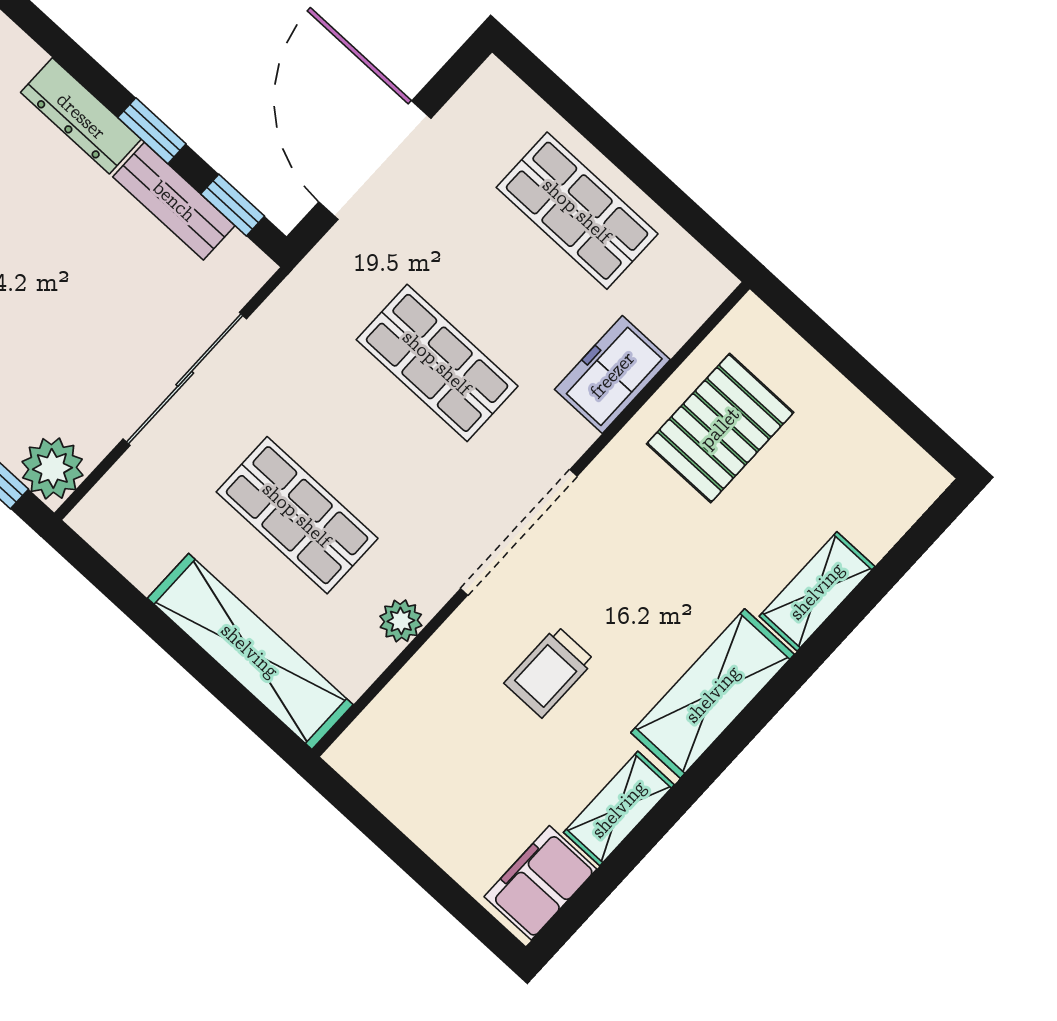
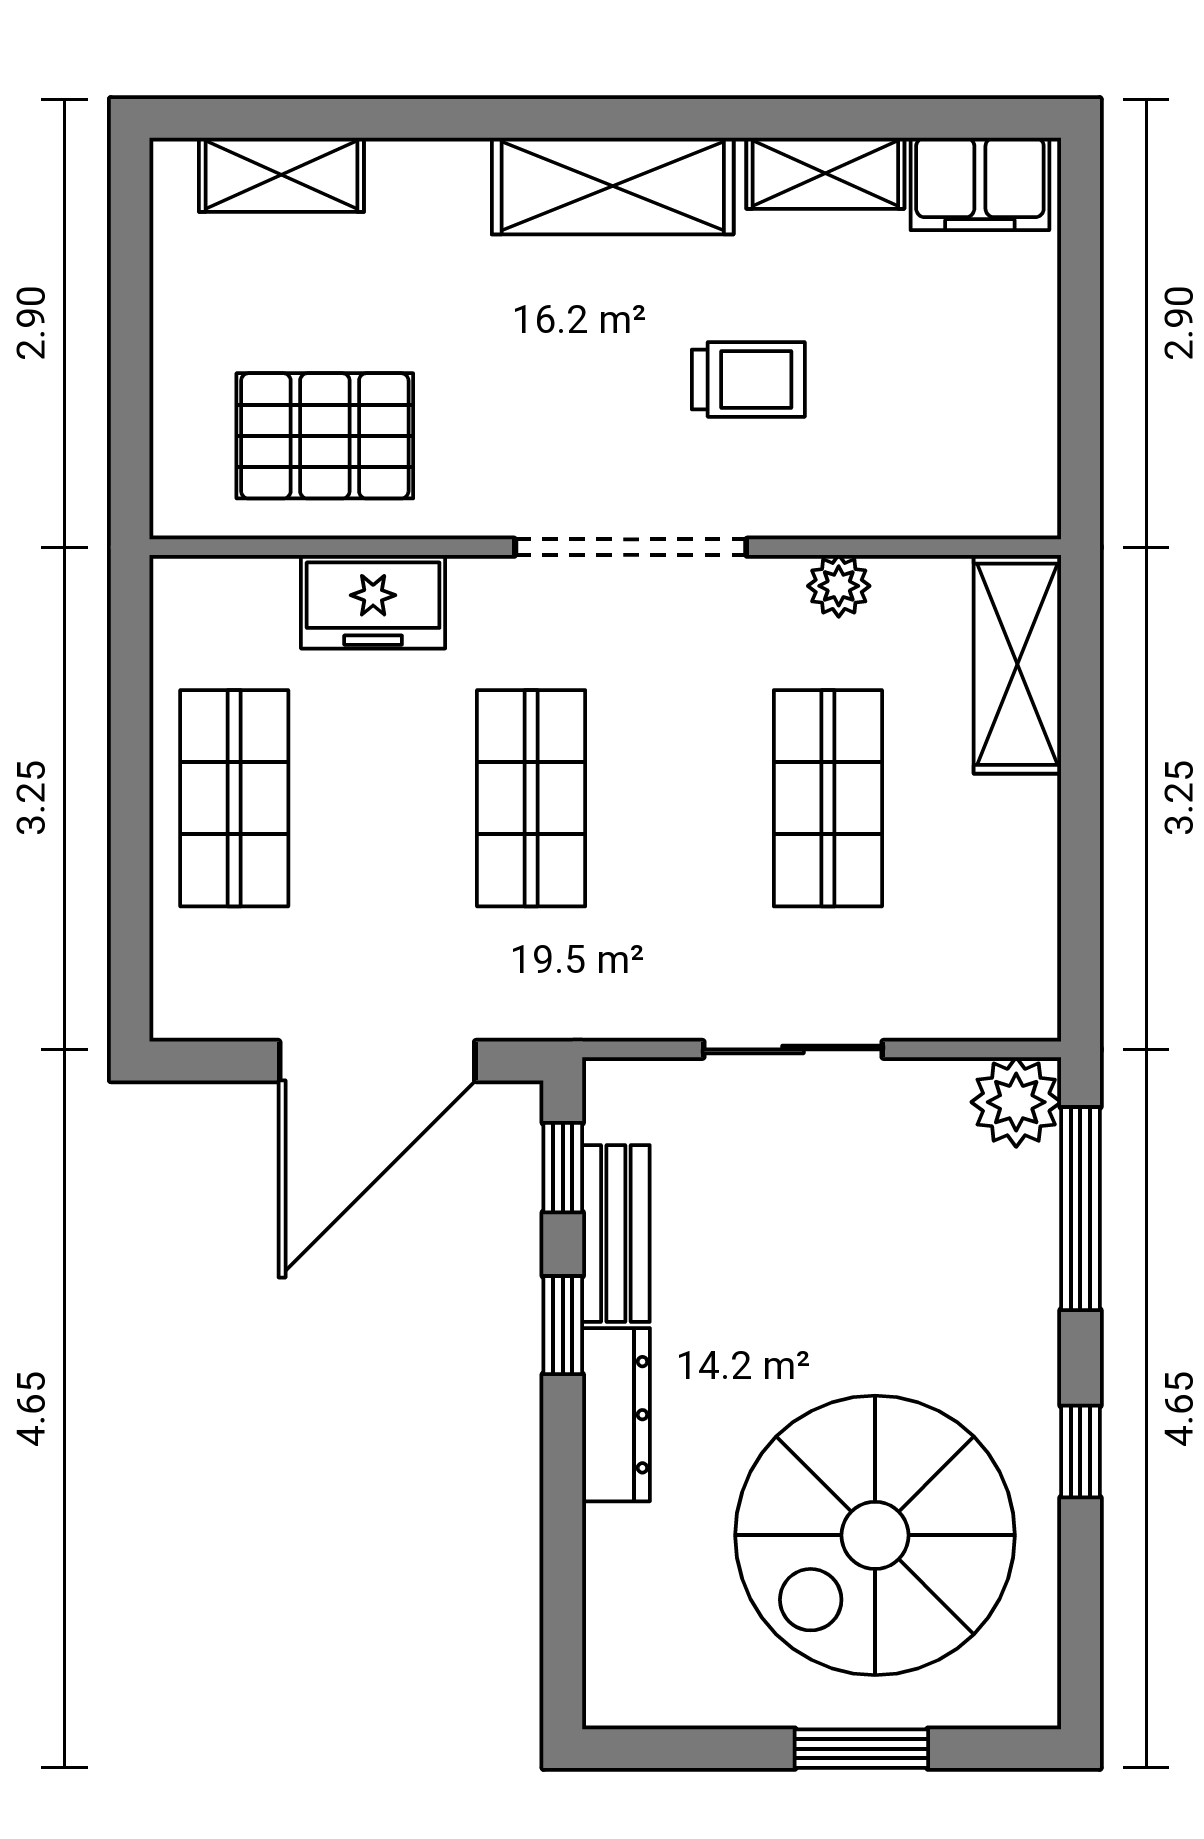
sliding door: (185, 379) -> (793, 1049), width x0.73
shelving: (817, 591) -> (281, 175), moved
shelving: (250, 651) -> (1017, 664), width x0.68

